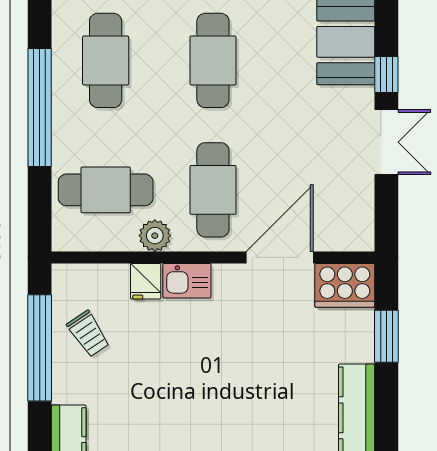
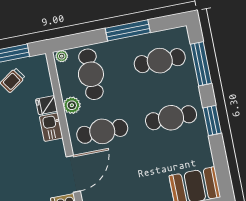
window: (40, 108) -> (128, 30), width x0.68
plant: (62, 236) -> (62, 56), added
door: (280, 257) -> (73, 174), hinge flipped

